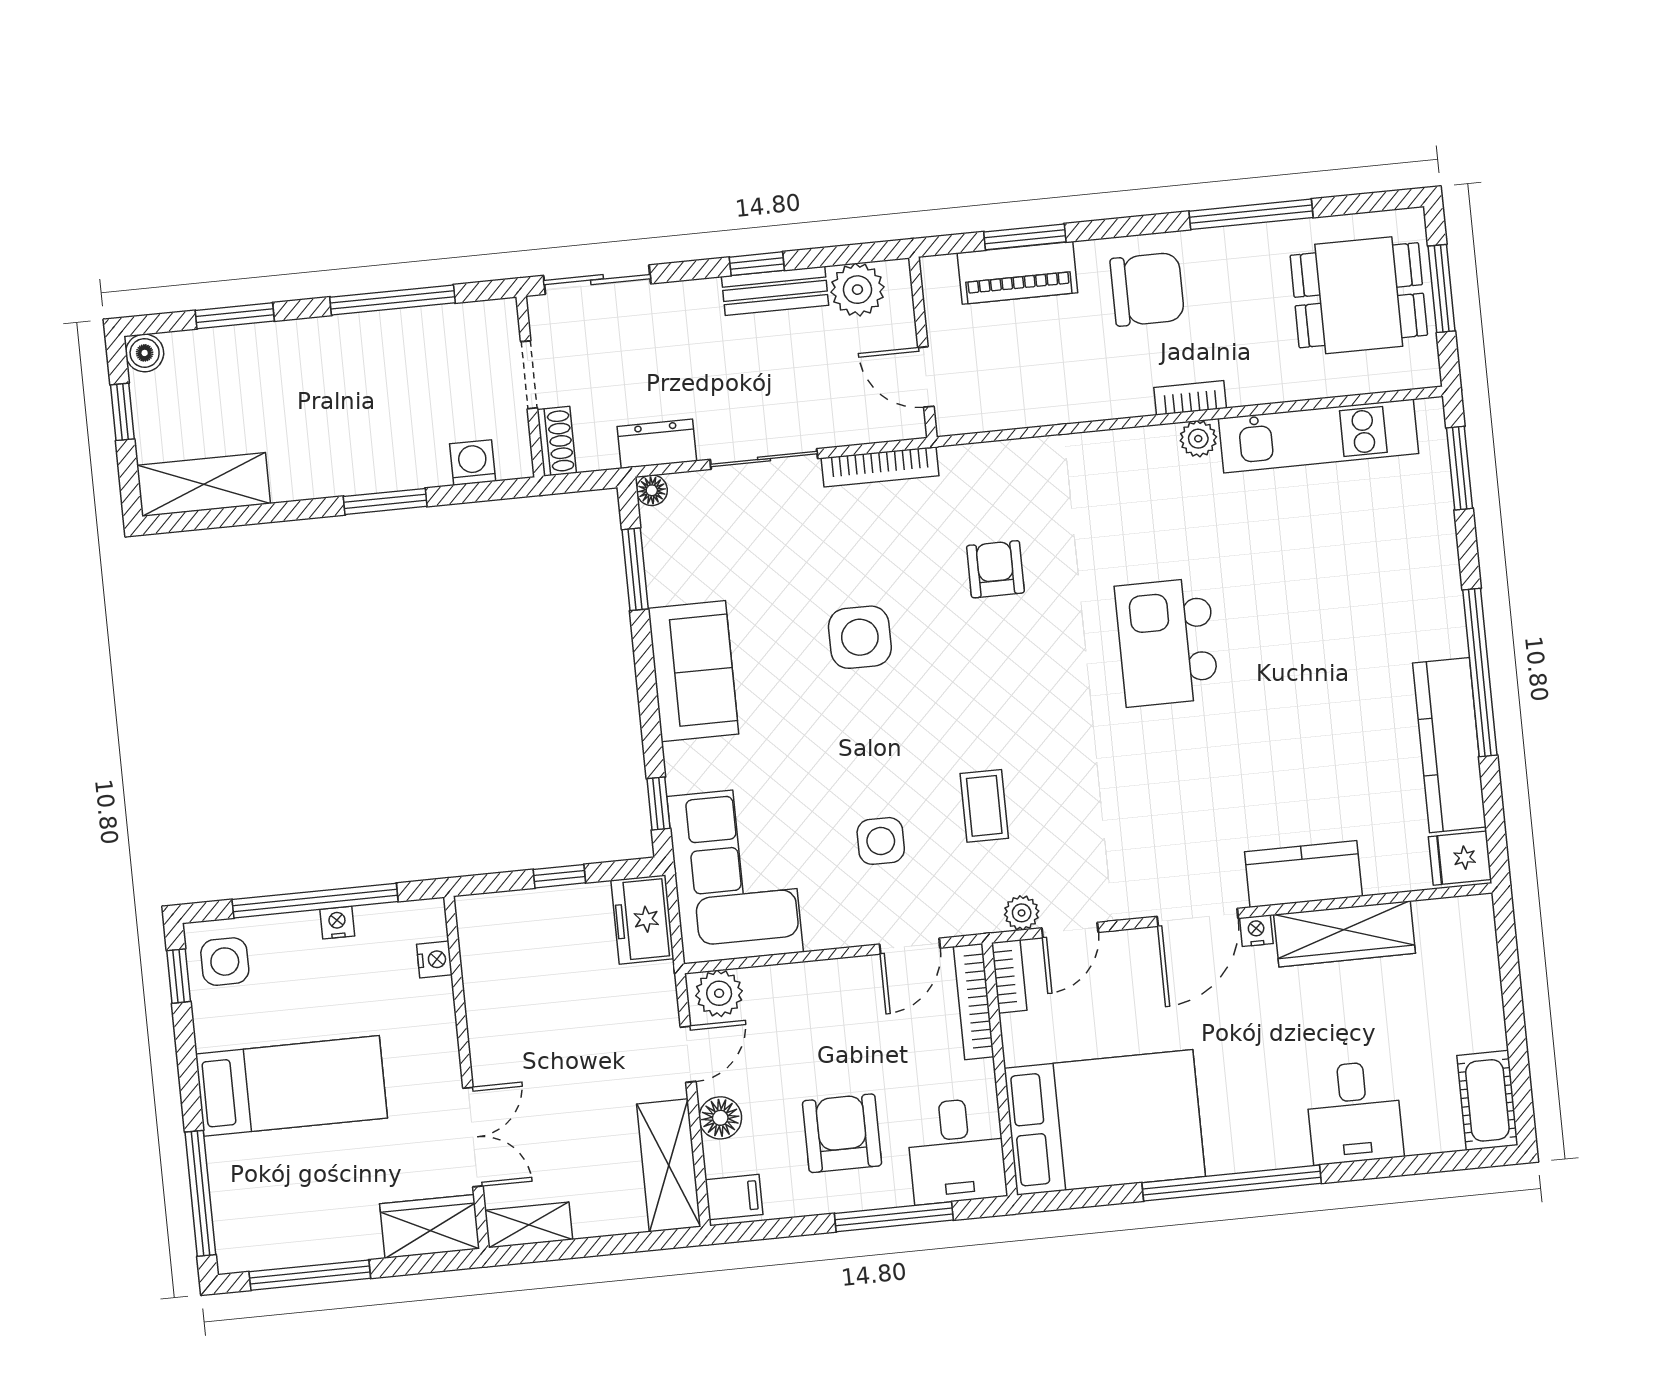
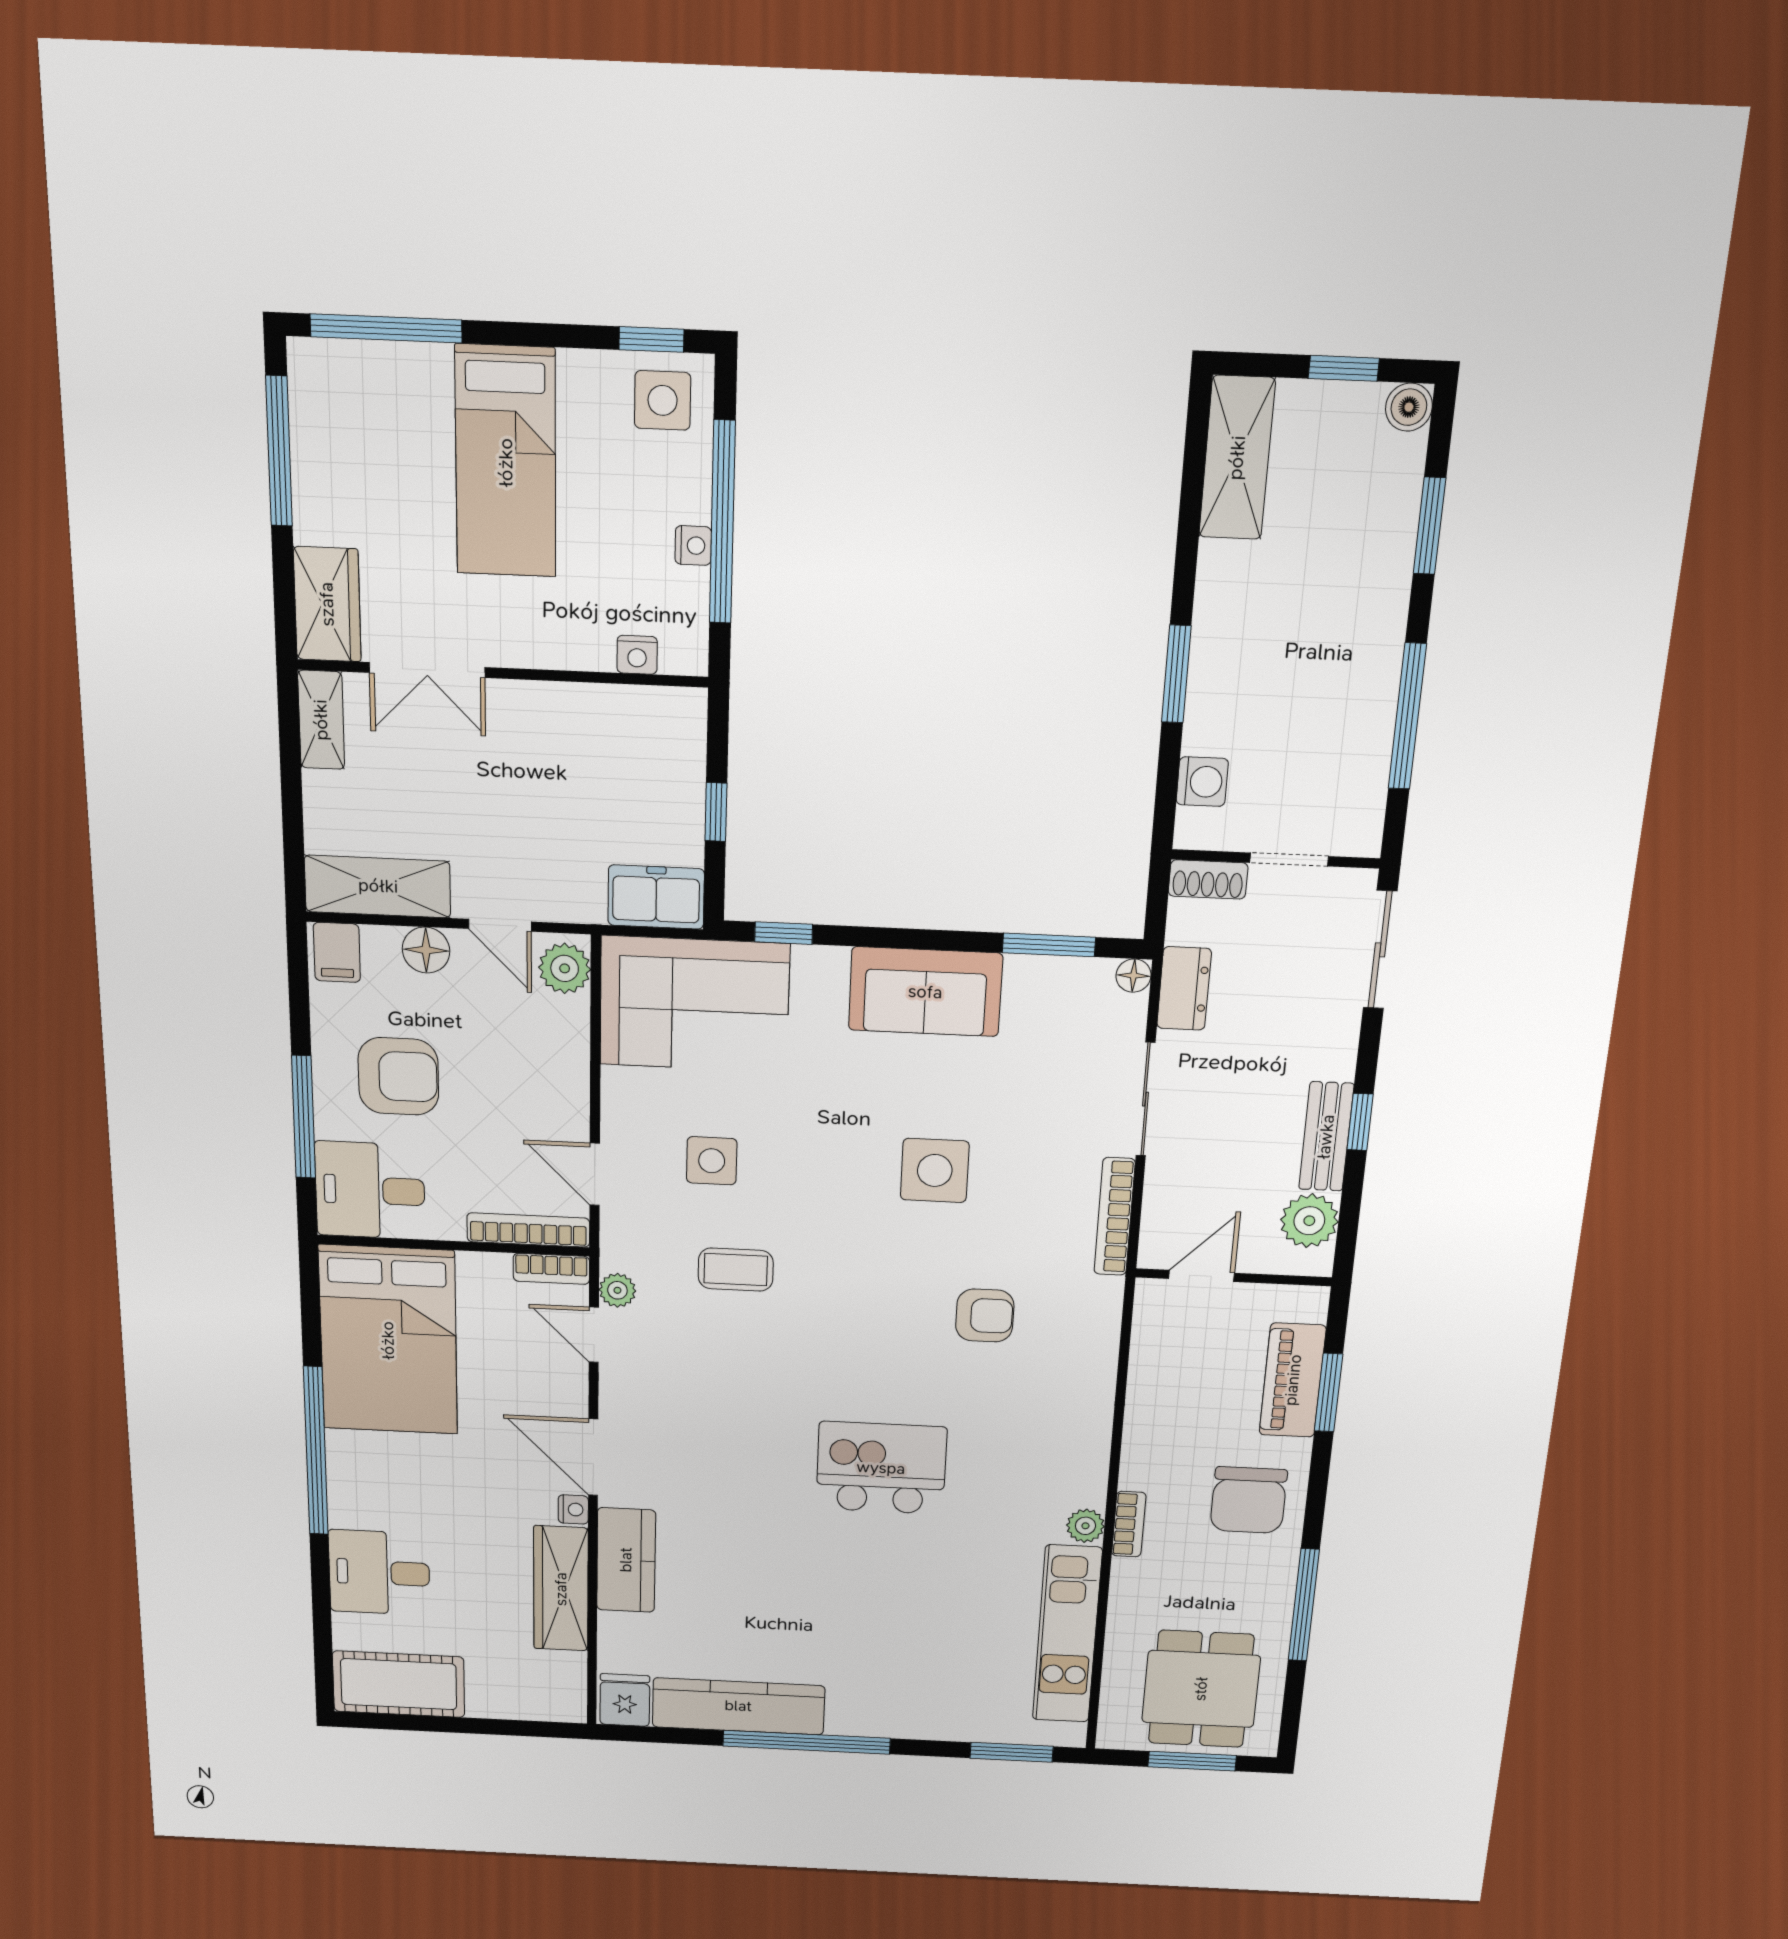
cot: (1487, 1100) -> (399, 1684), width x1.37, depth x1.34

